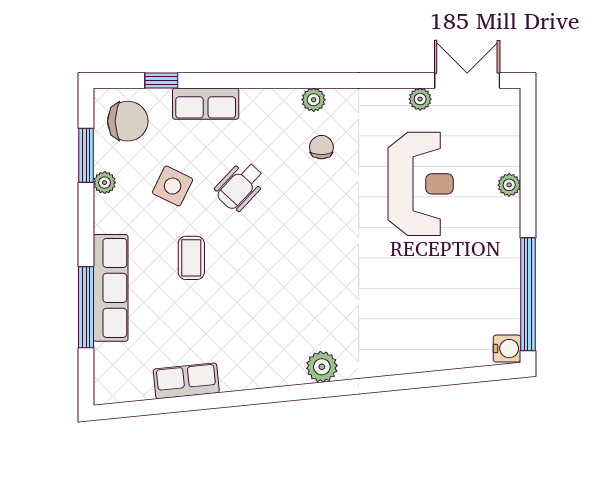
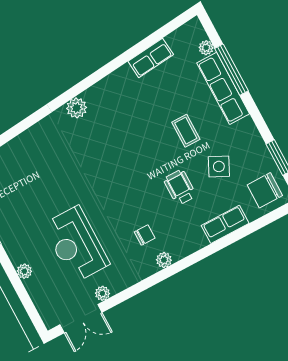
window: (161, 80) -> (258, 224), removed
chair: (321, 147) -> (145, 235), turned -90
plant: (105, 183) -> (206, 48), moved
wheelchair: (240, 186) -> (180, 187), turned -43

